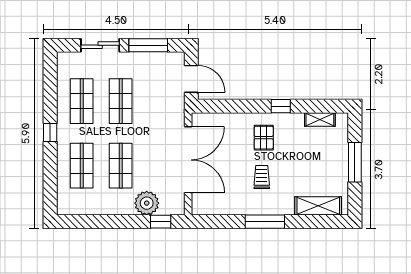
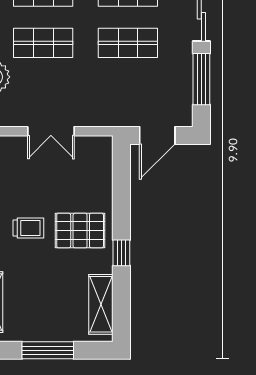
shelving: (320, 119) -> (101, 304), width x1.50, depth x1.33
pallet: (264, 138) -> (80, 231), width x1.50, depth x1.42
double door: (188, 160) -> (51, 131), width x0.54

